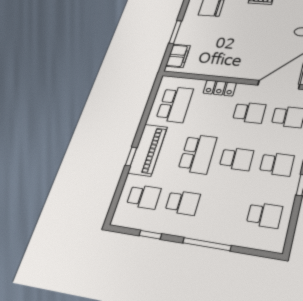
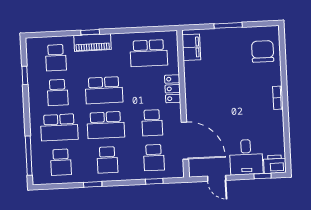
filing cabinet: (178, 56) -> (191, 47), moved, turned -90
piano: (148, 150) -> (92, 42), width x0.73, depth x0.75
school desk: (237, 159) -> (106, 125), width x1.85
school desk: (223, 209) -> (59, 127), added
window: (207, 244) -> (29, 156), moved

